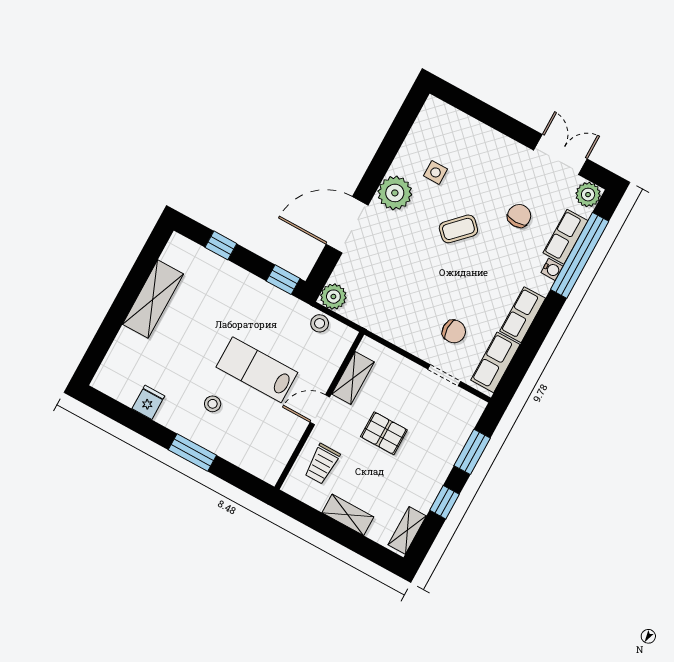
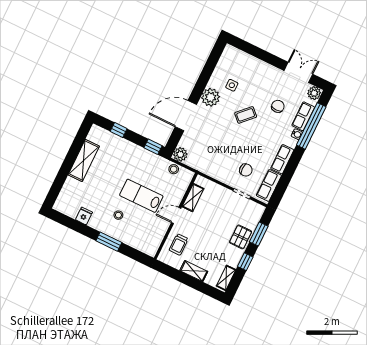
pallet: (384, 433) -> (241, 237), moved, turned 90

